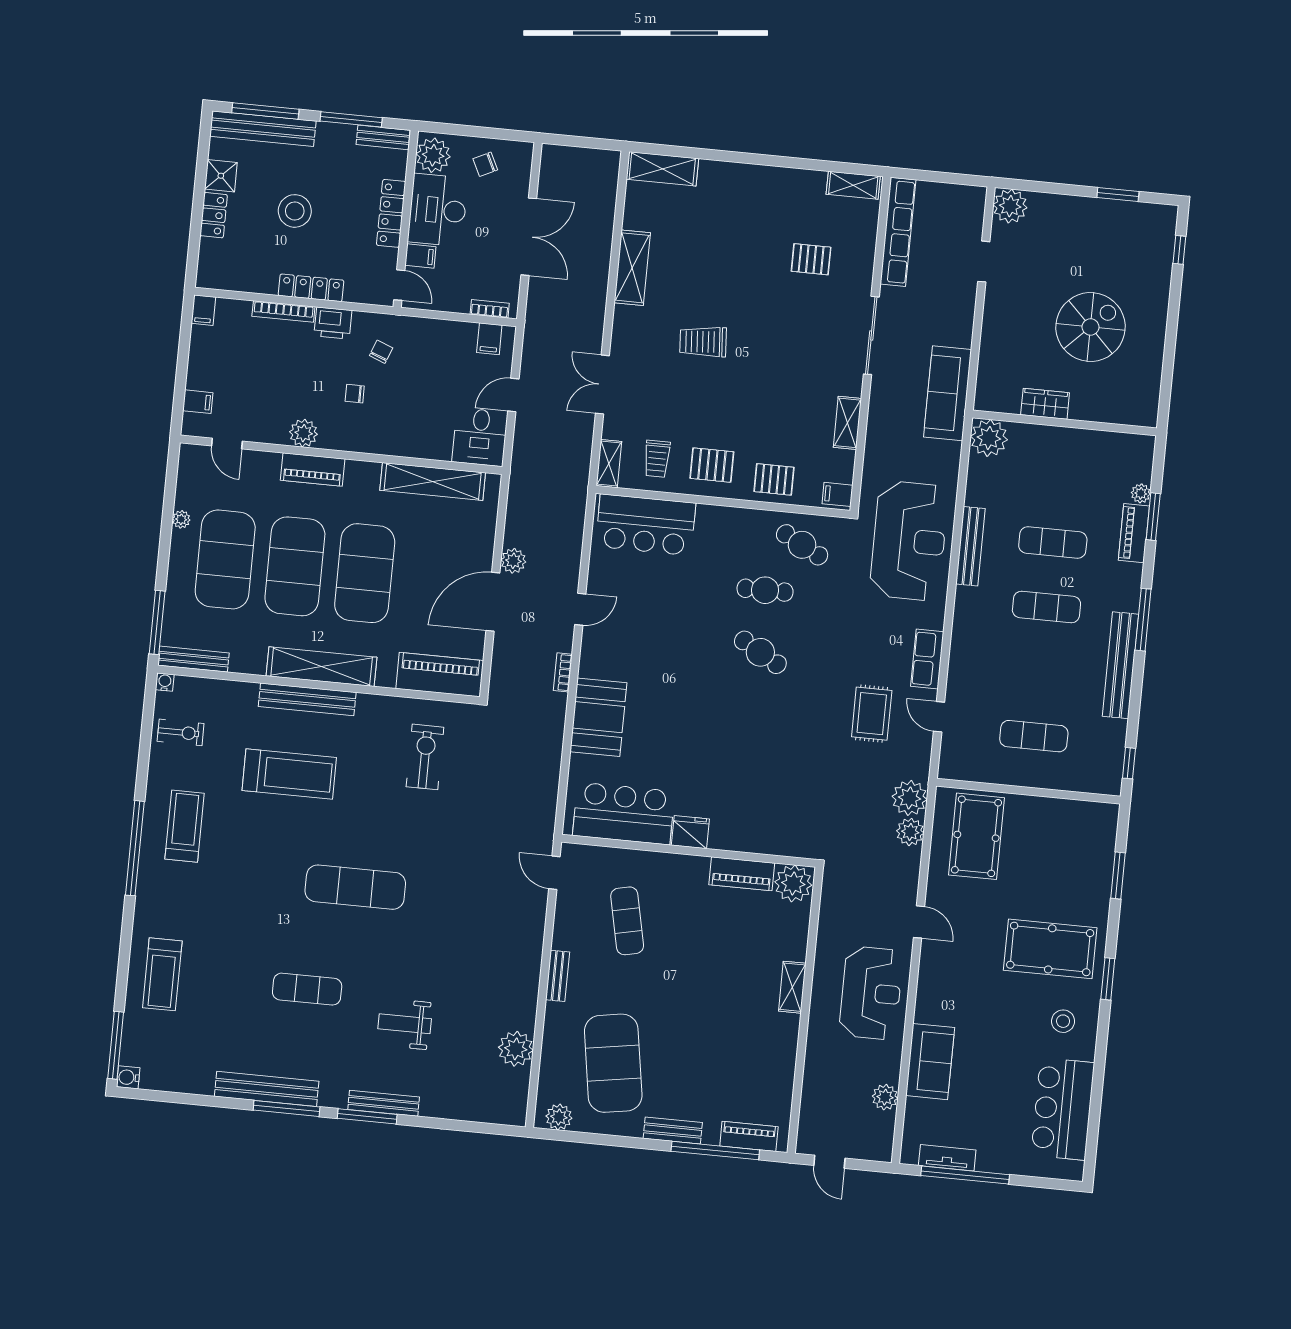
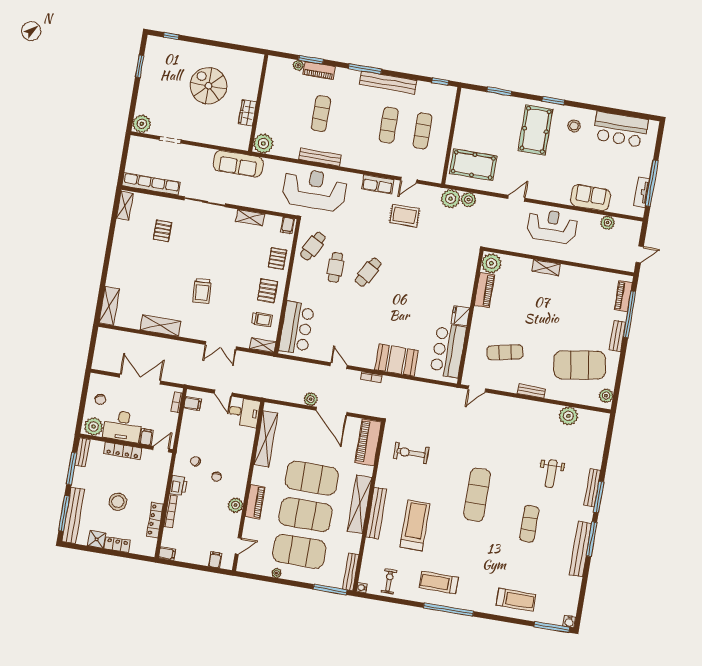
locker: (311, 288) -> (155, 520), moved
exercise mat: (1046, 607) -> (389, 125), moved

